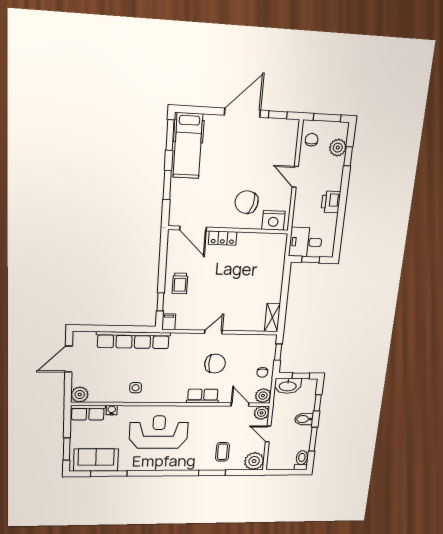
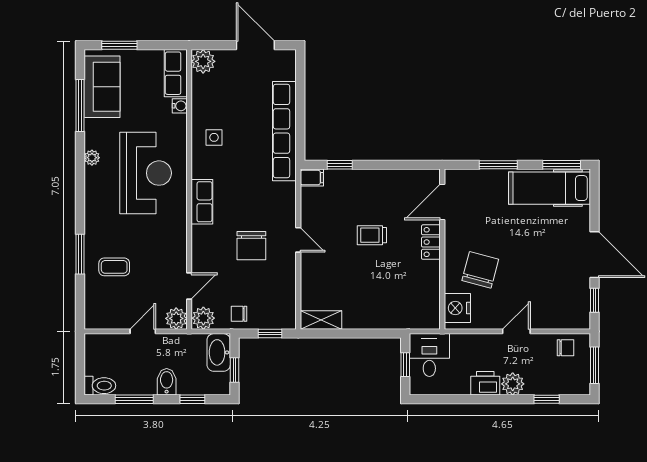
plant: (338, 148) -> (513, 384), moved
trolley: (180, 283) -> (372, 235), moved
row of seats: (203, 396) -> (202, 202), moved
plant: (254, 461) -> (92, 158), moved, width x0.53, depth x0.53

